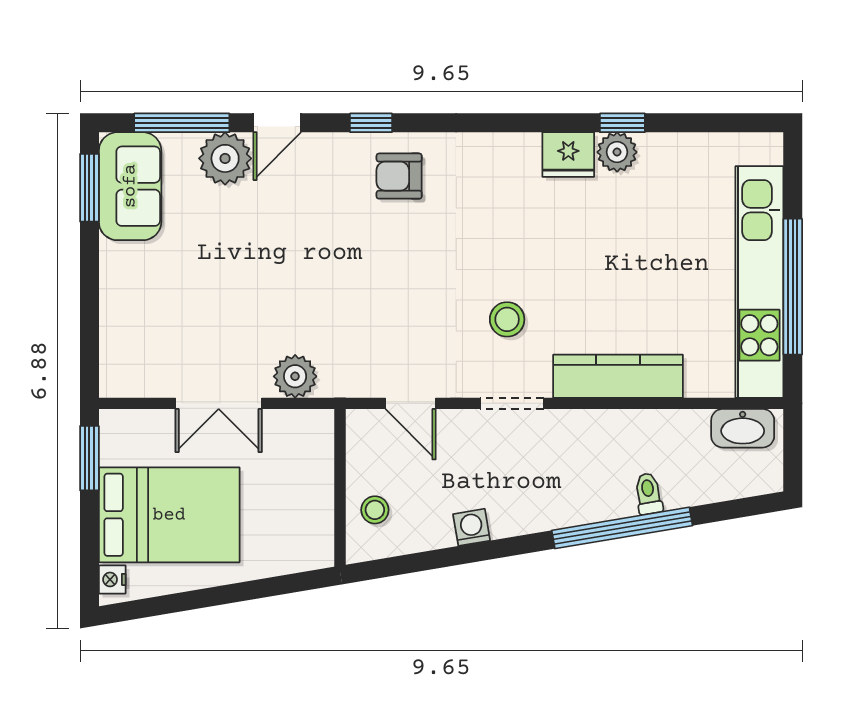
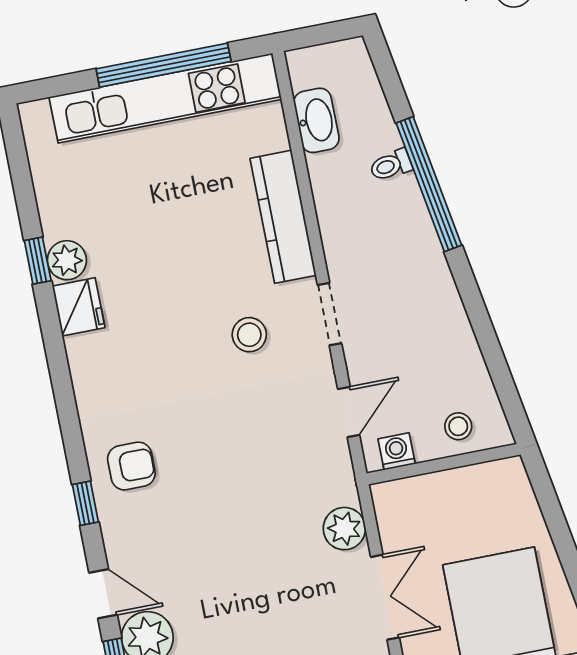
armchair: (399, 176) -> (131, 466), turned -90
washbasin: (743, 428) -> (316, 120), moved
washing machine: (472, 527) -> (397, 451), moved, turned 100

